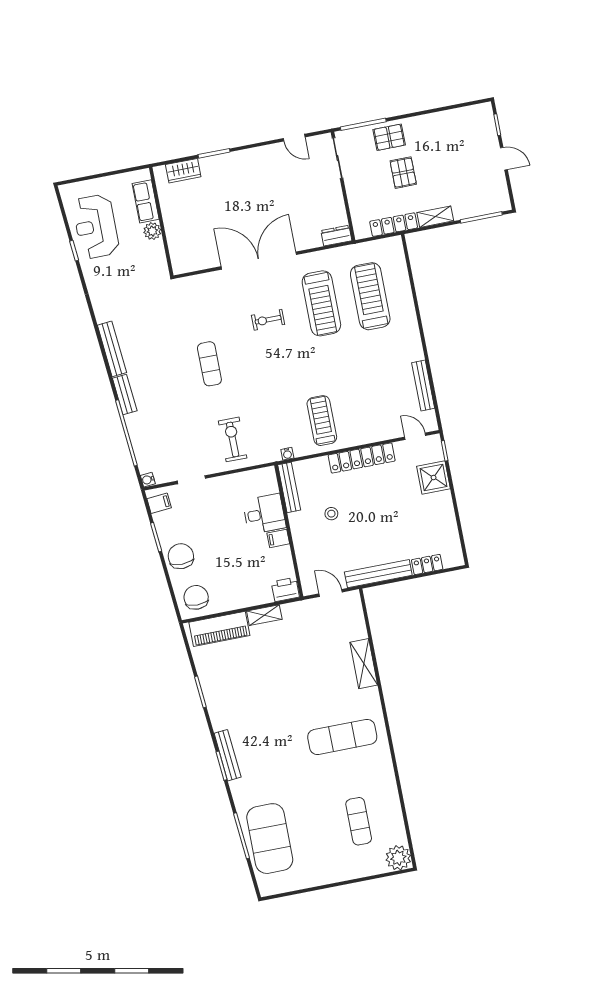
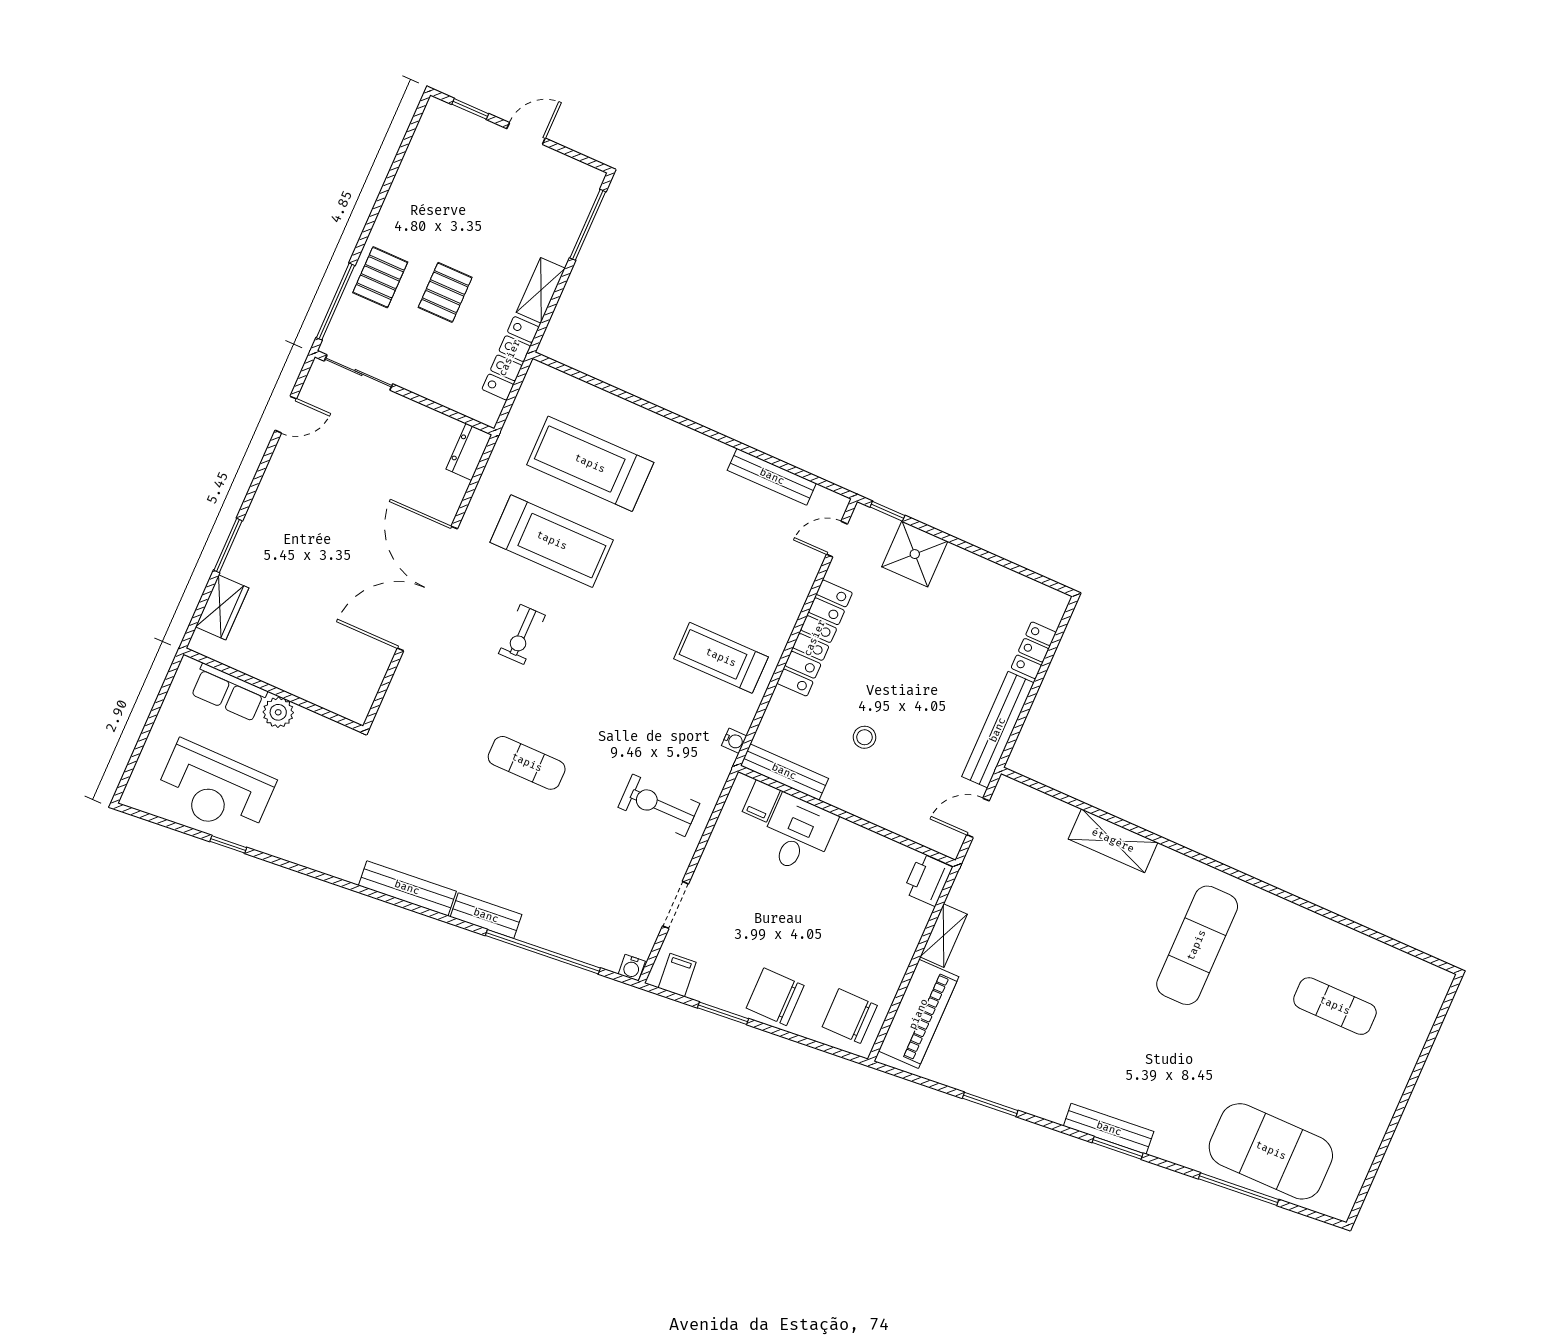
pallet: (403, 173) -> (445, 292), turned 90
filing cabinet: (278, 538) -> (761, 801), moved
plant: (398, 858) -> (1427, 985), removed

